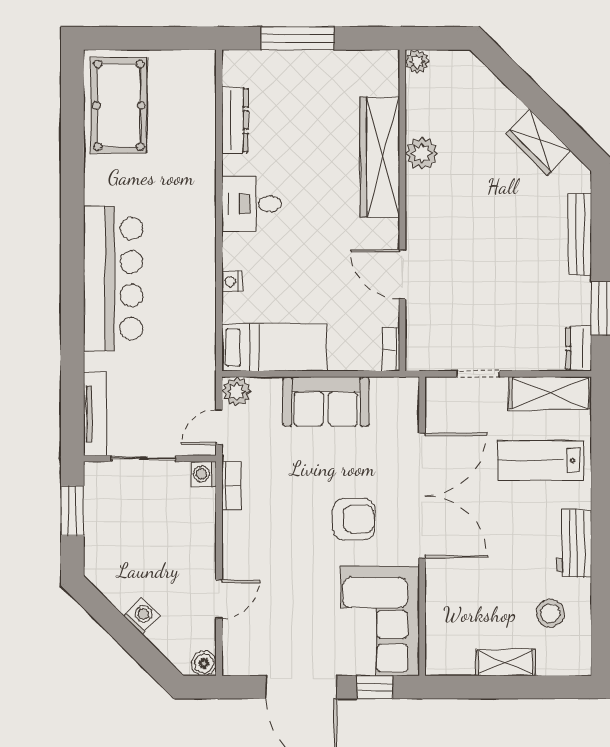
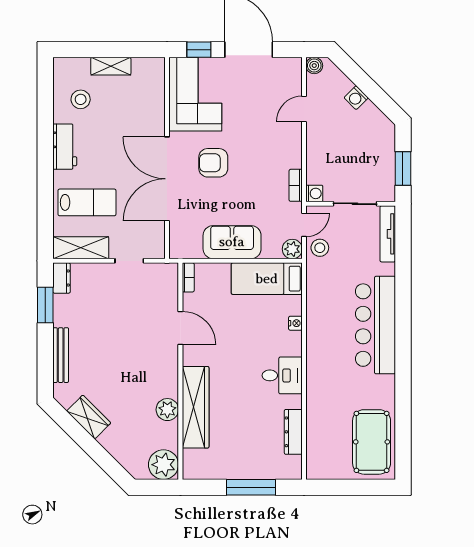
plant: (417, 61) -> (164, 465), width x1.88, depth x1.88
stool: (196, 393) -> (320, 248), added

